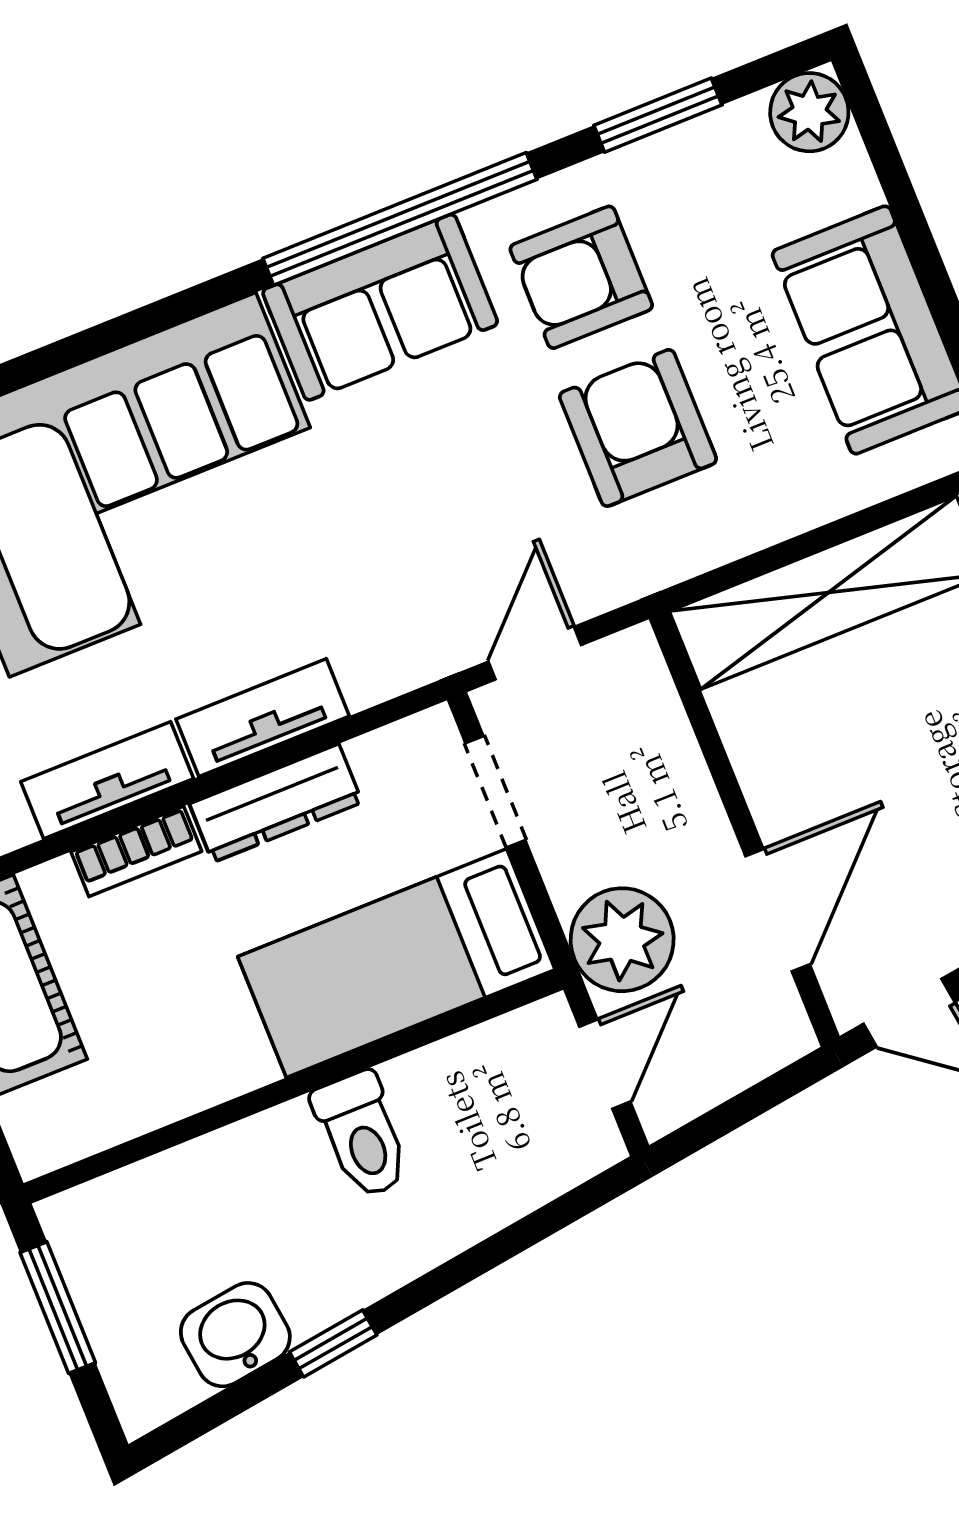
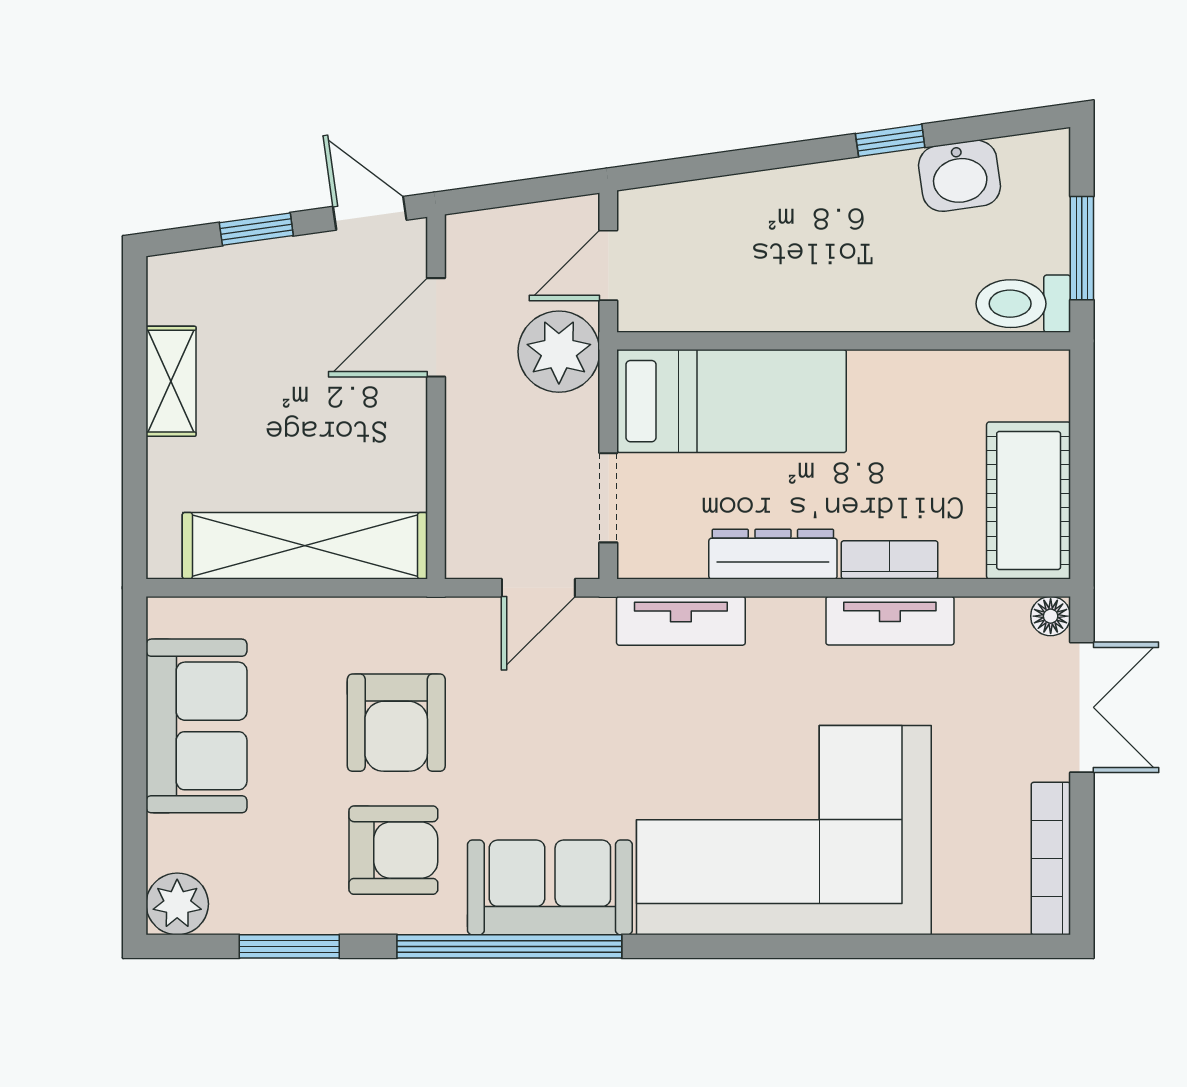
tv unit: (263, 718) -> (681, 621), moved
toilet: (362, 1135) -> (1023, 304), moved, turned -90

